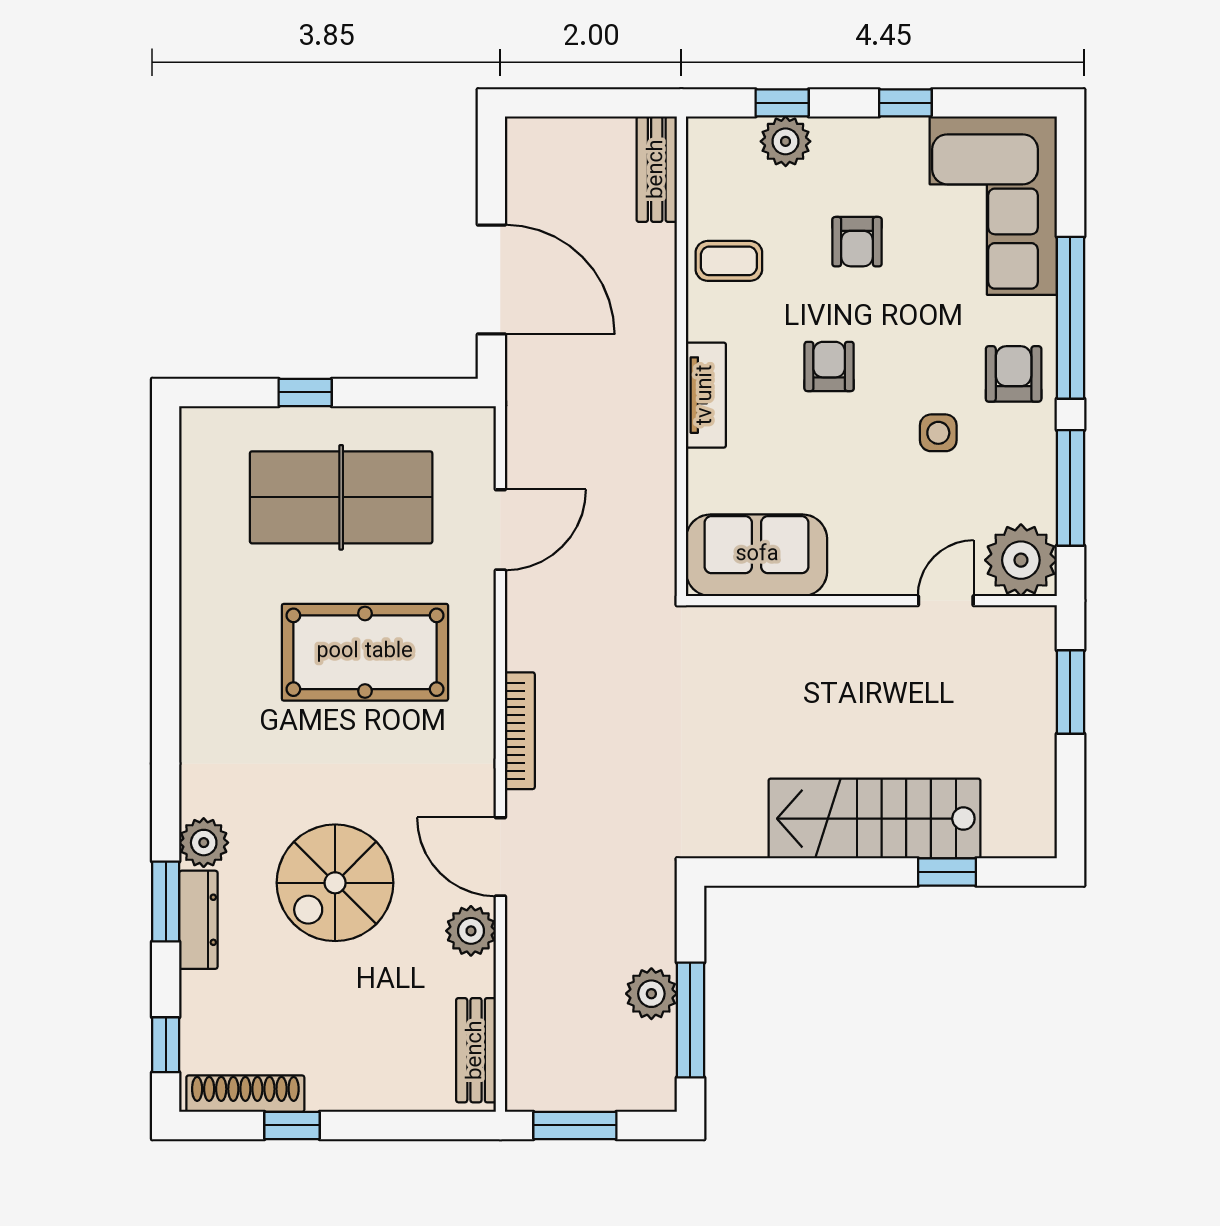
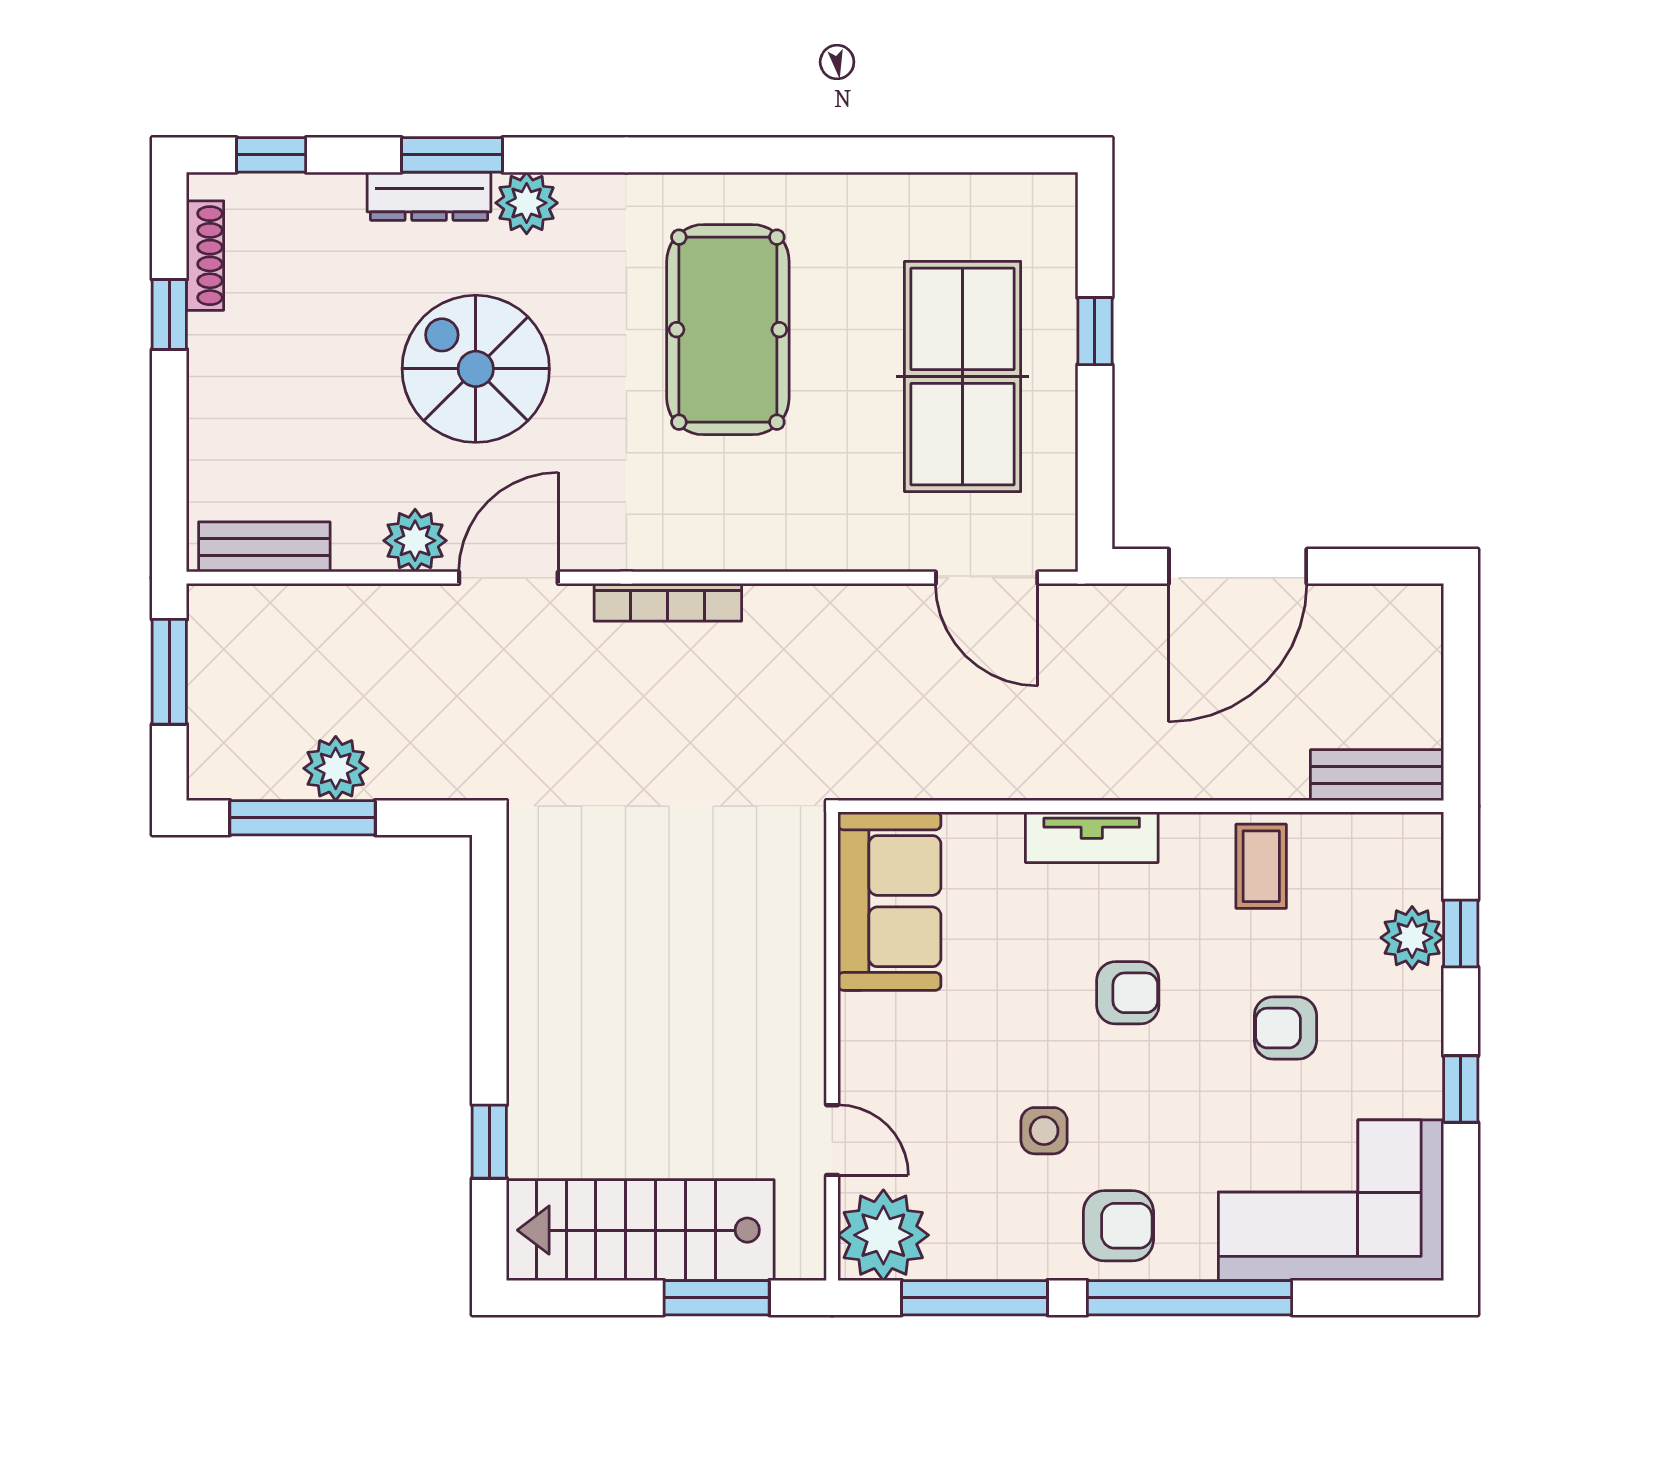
door: (500, 530) -> (987, 578), moved
pool table: (365, 652) -> (728, 330), moved
stairs: (874, 819) -> (640, 1230), moved, turned -90
shoe rack: (245, 1094) -> (205, 256), width x0.74, depth x0.81

